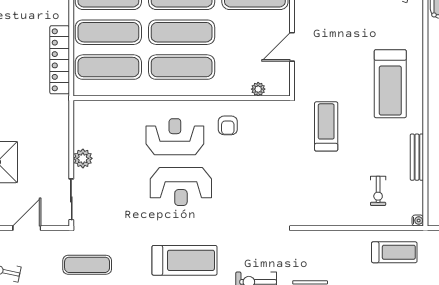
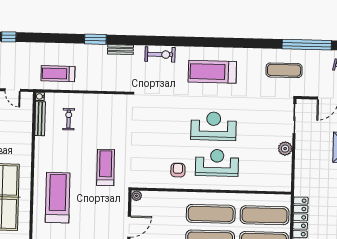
plant: (258, 89) -> (137, 196), moved
treadmill: (326, 126) -> (106, 167), turned 180
reception desk: (175, 137) -> (217, 163), turned 180
bench: (417, 157) -> (40, 119), moved

